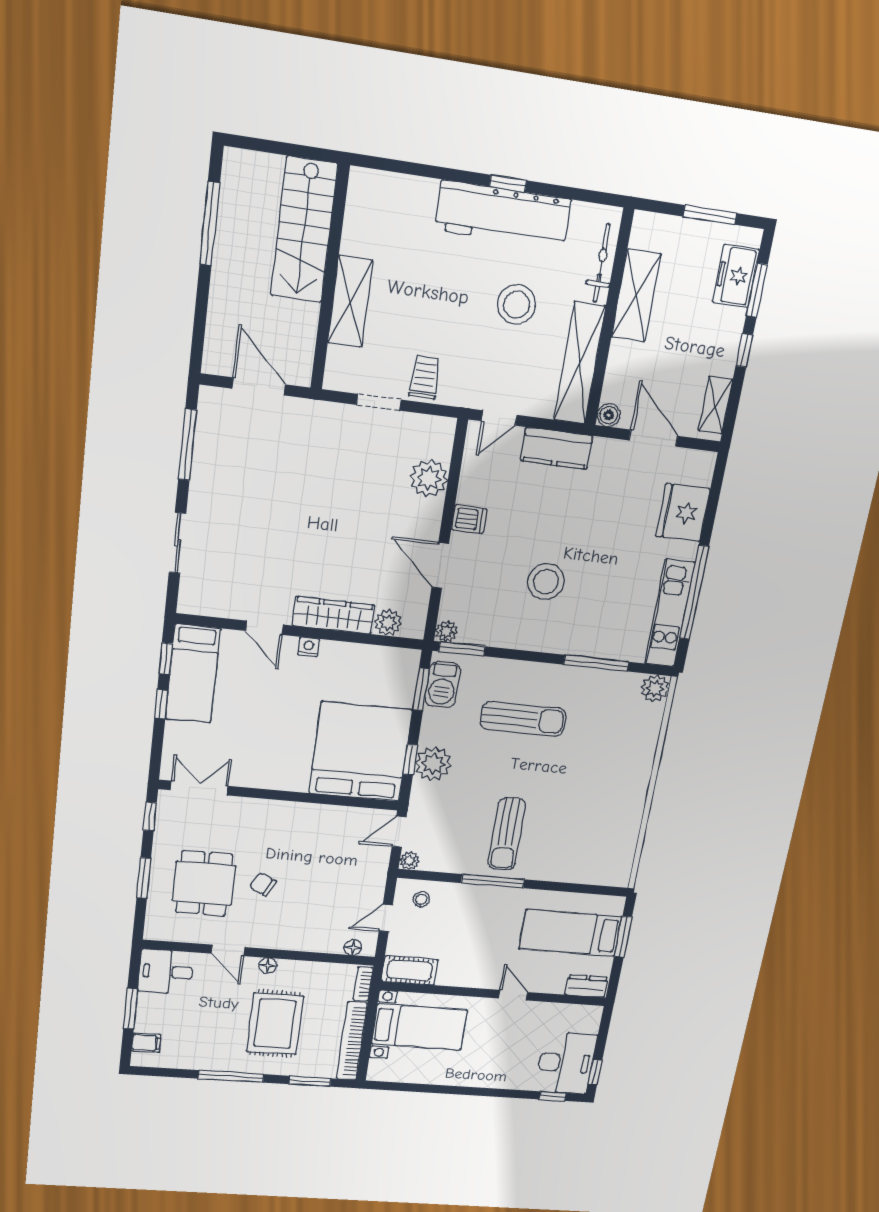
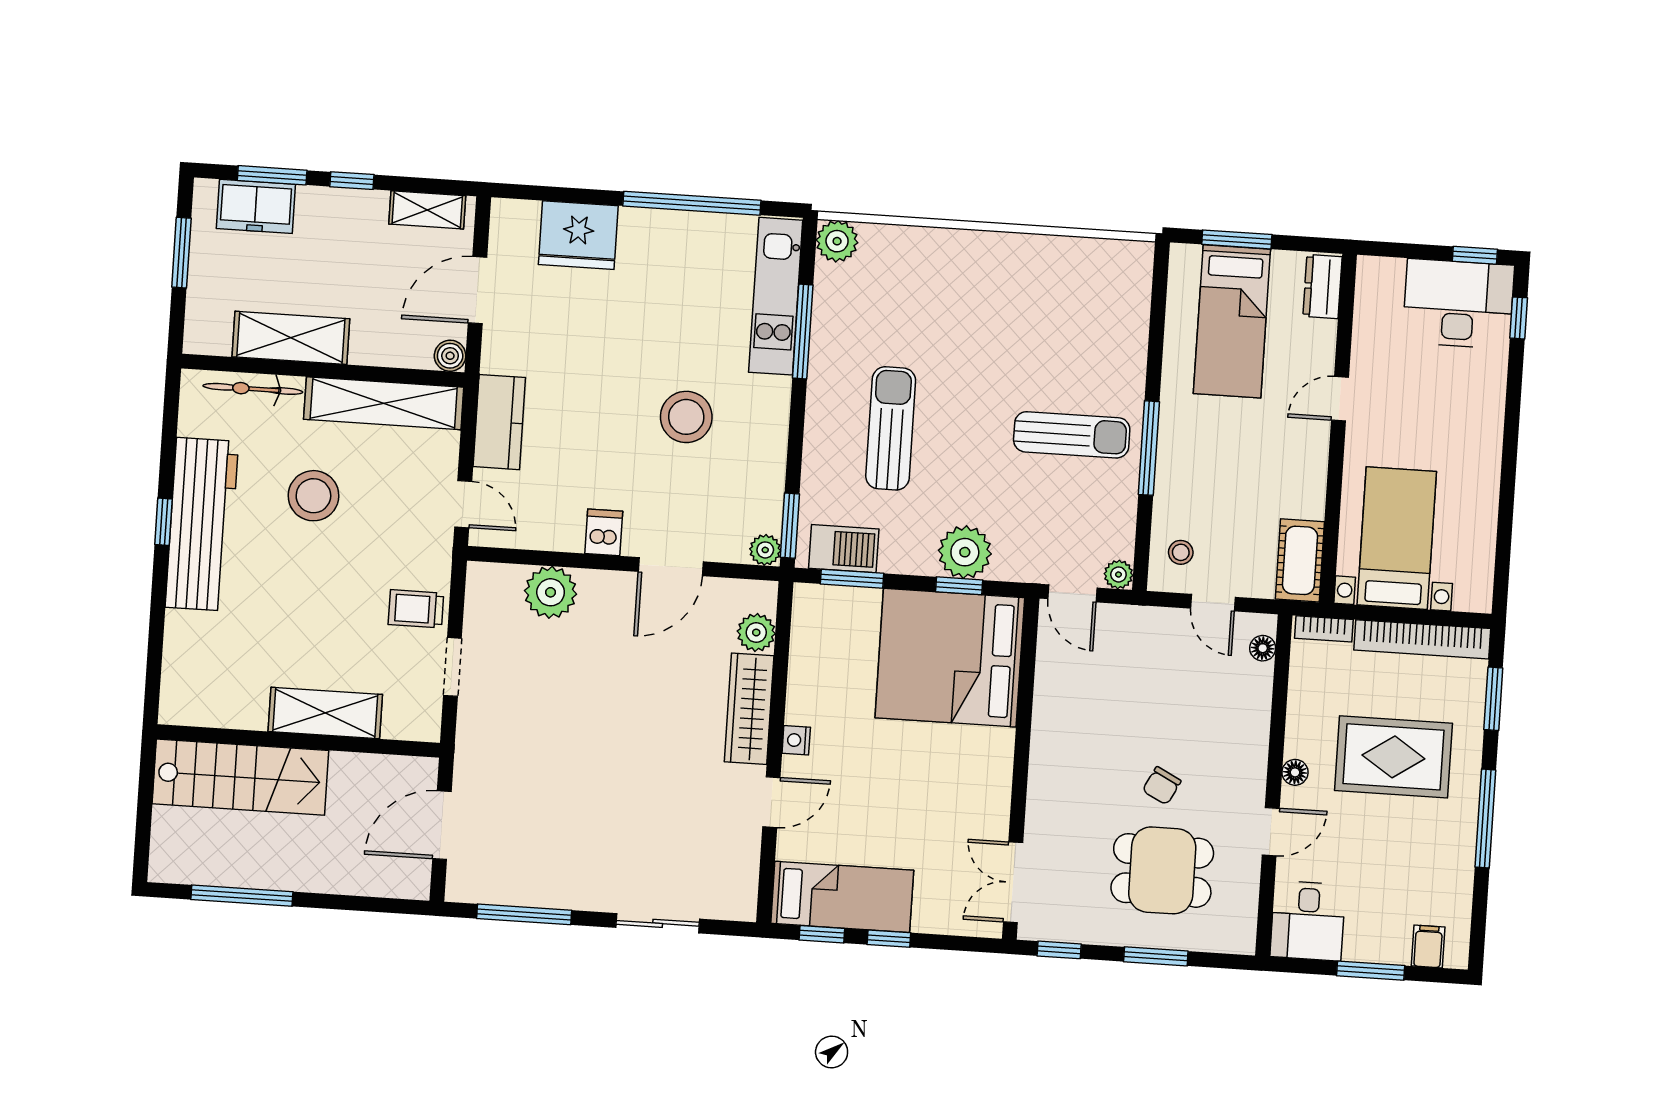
kitchen unit: (670, 613) -> (776, 296), moved, turned 90

